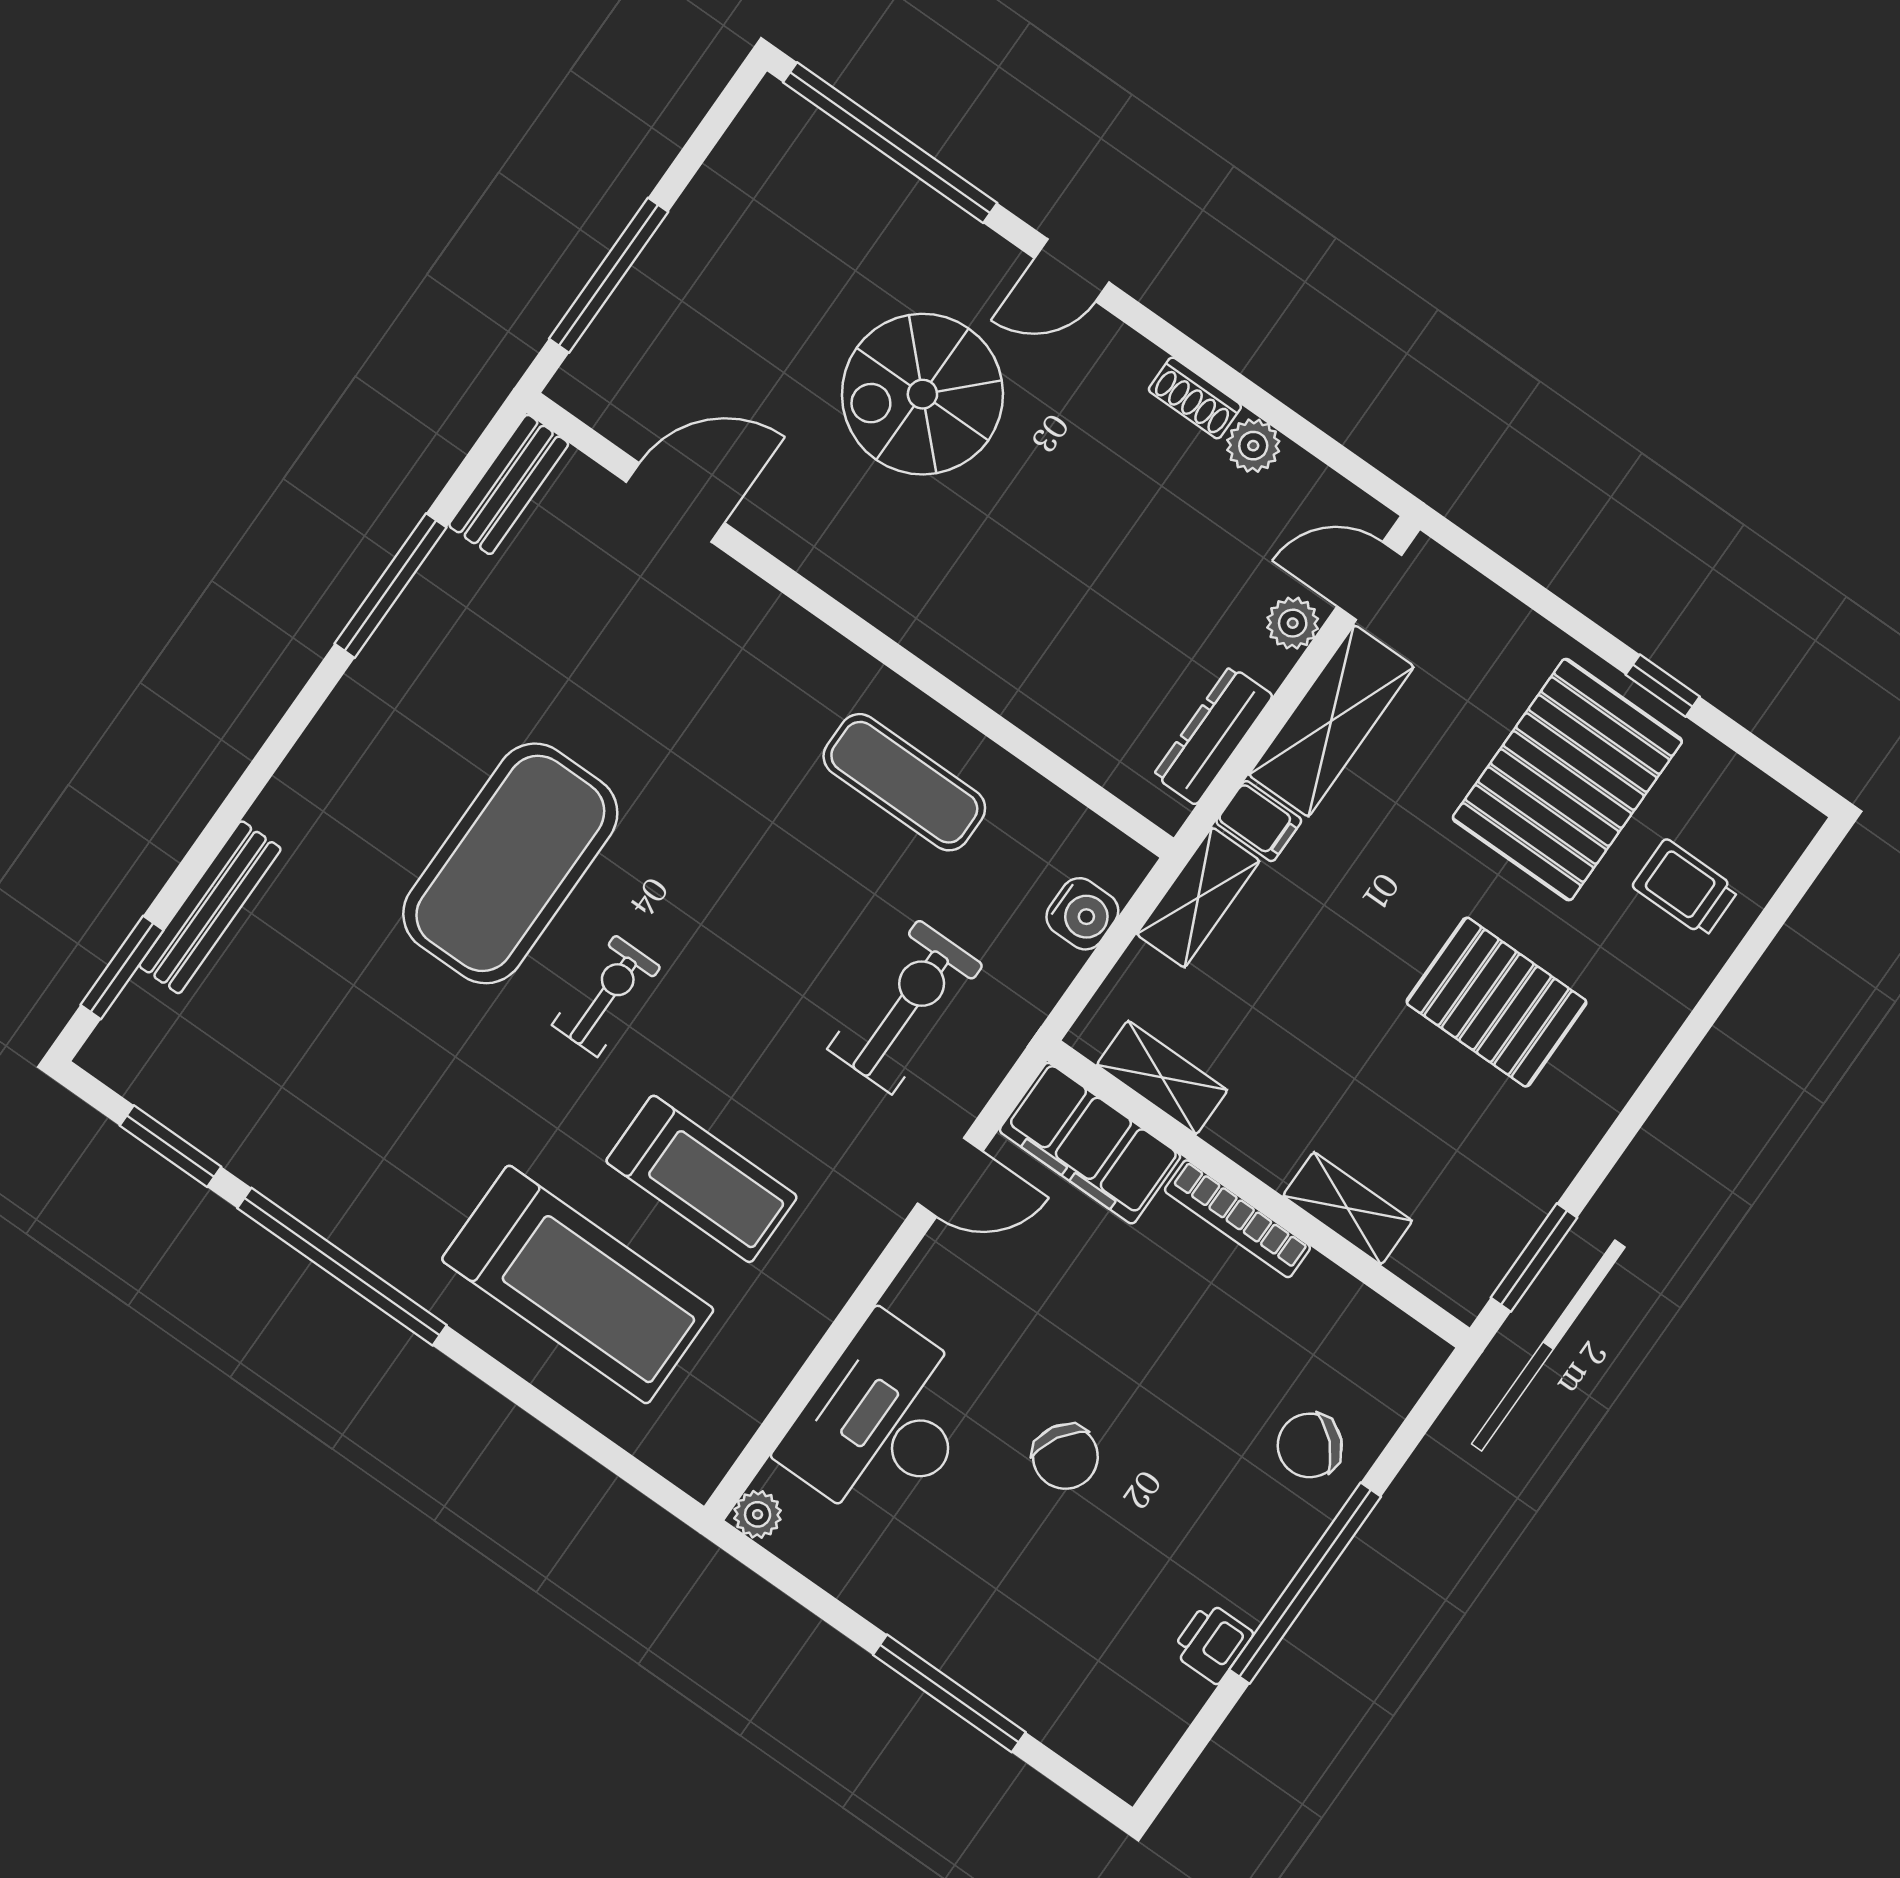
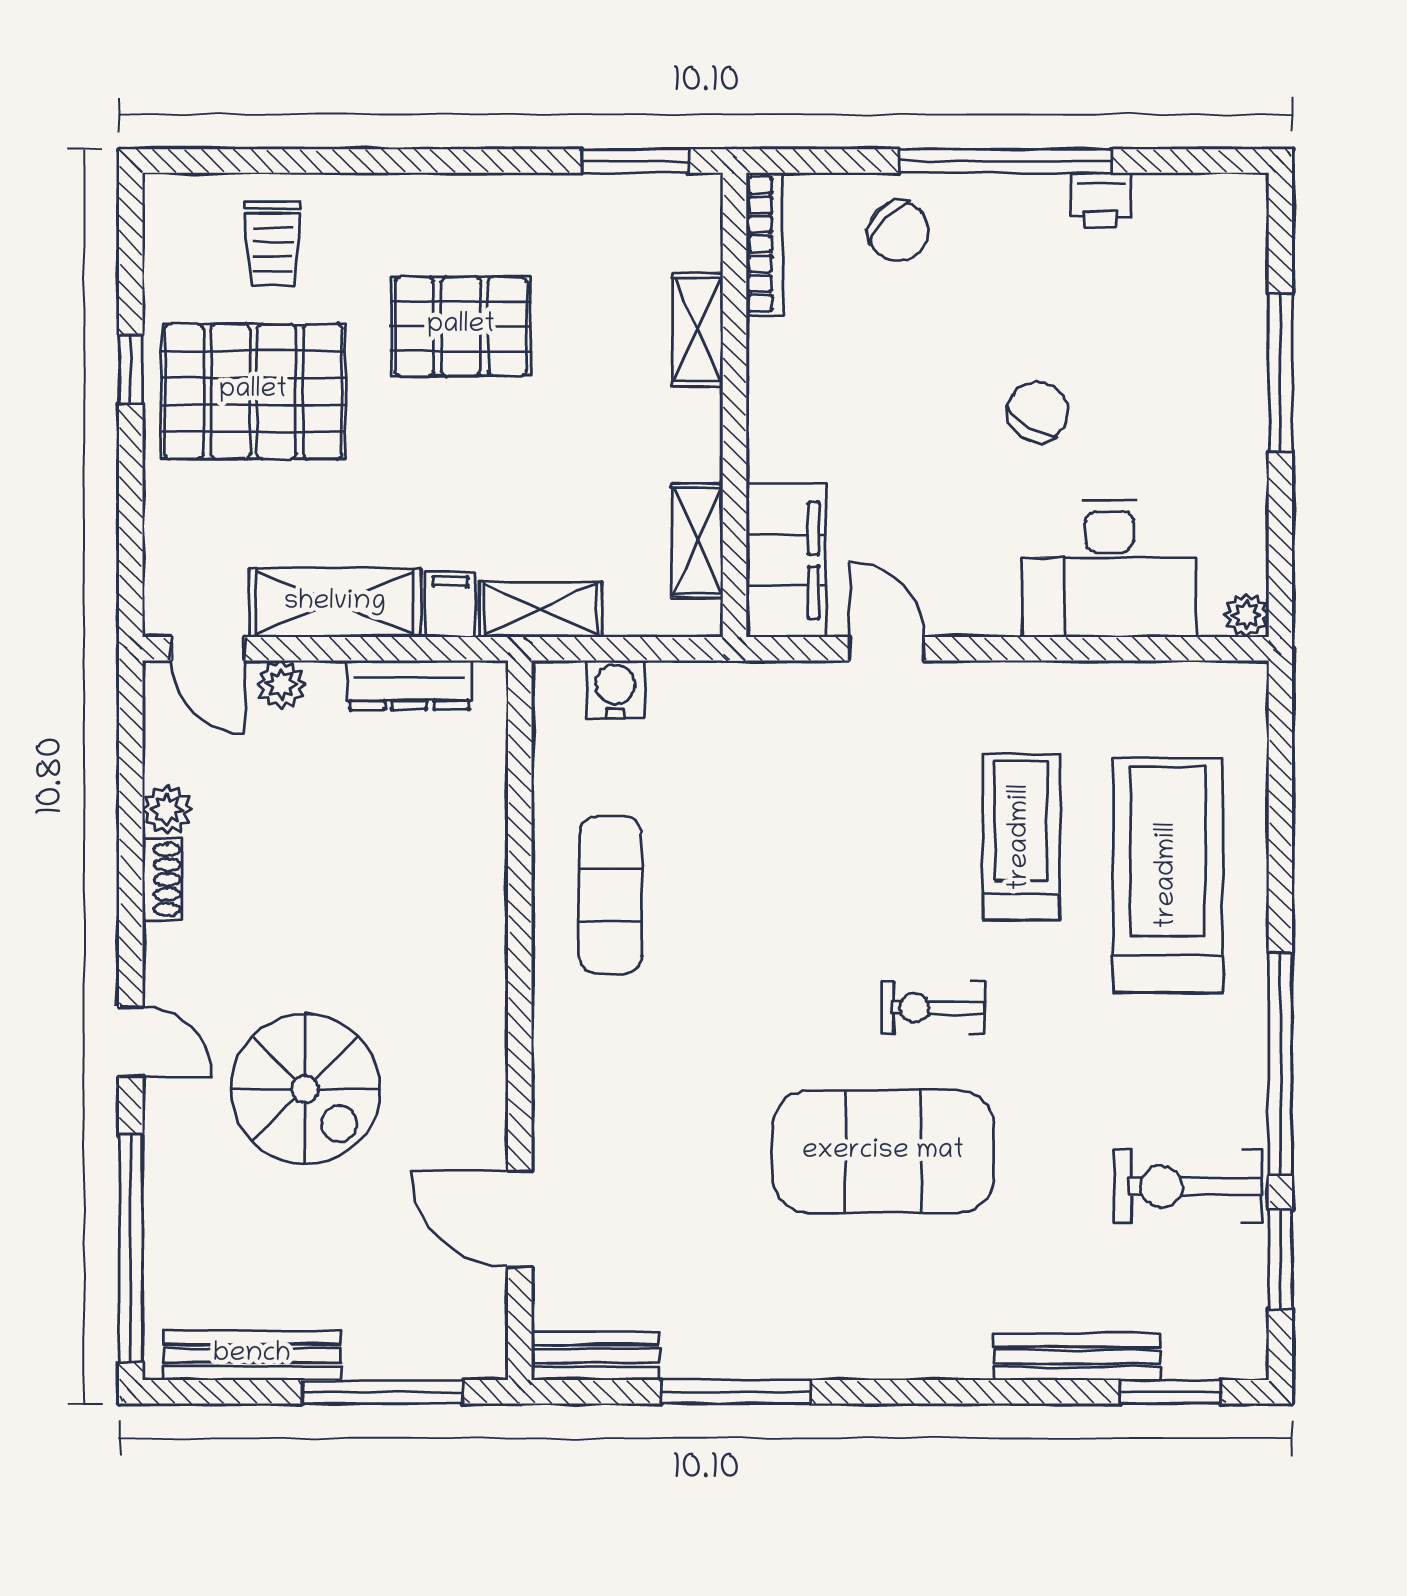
bench: (721, 183) -> (252, 1355), added
pallet: (1496, 1002) -> (461, 326), turned 90
exercise bike: (905, 1007) -> (1188, 1186), moved
bookcase: (1237, 1219) -> (765, 244), moved

